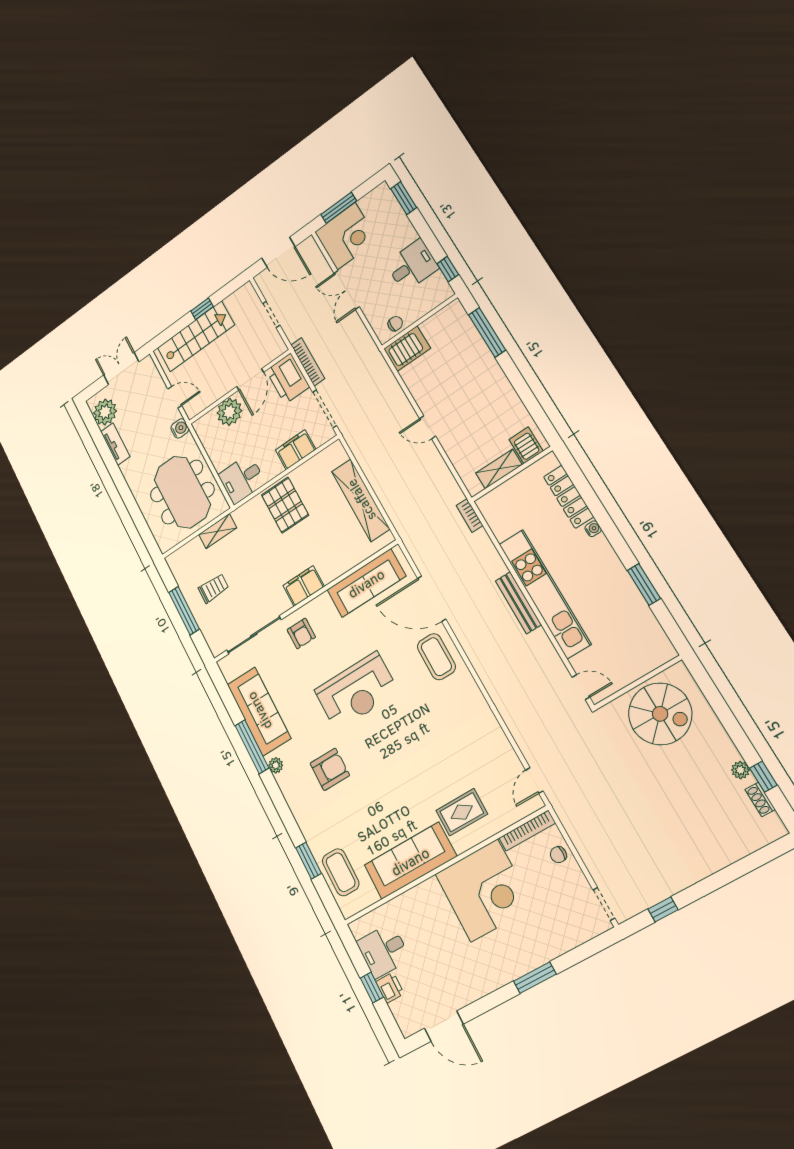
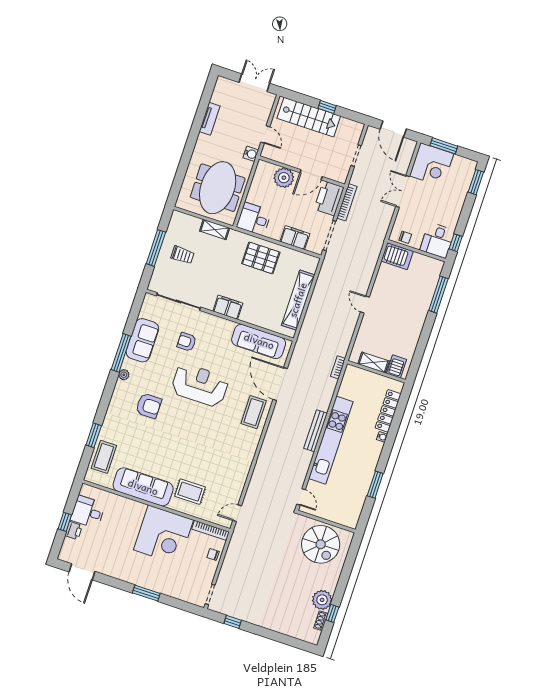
desk: (412, 266) -> (437, 240), moved, turned 90
plant: (105, 412) -> (222, 95), removed
pallet: (285, 505) -> (261, 258), turned 90
armchair: (301, 633) -> (187, 342), moved, turned 90
reception desk: (356, 691) -> (200, 385), turned 180
sofa: (259, 711) -> (142, 340), width x0.73
plant: (740, 770) -> (322, 600), width x1.88, depth x1.88

